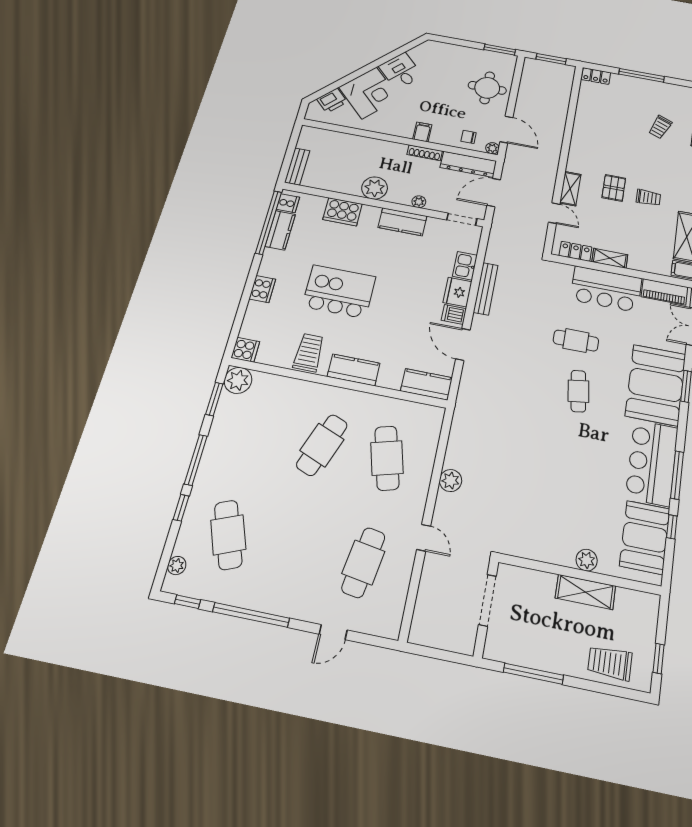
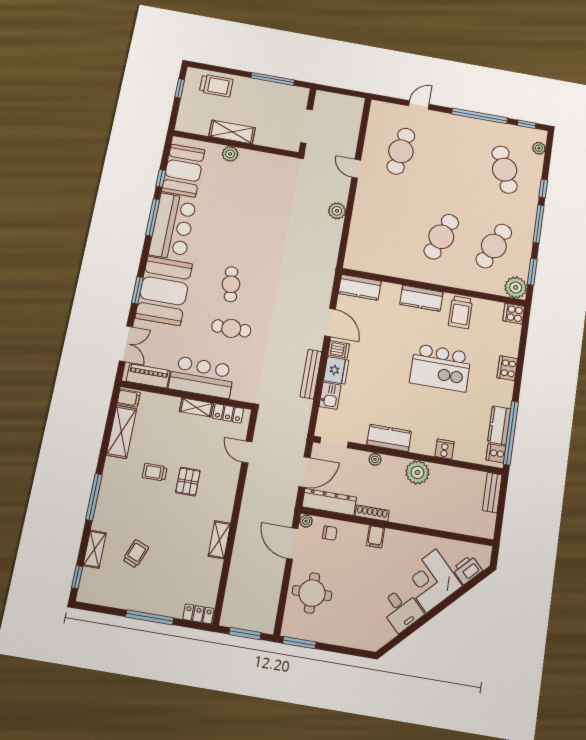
shelving: (570, 189) -> (219, 540), moved
cooker: (343, 212) -> (445, 449), width x0.53, depth x0.76
cafe table: (387, 458) -> (494, 246), moved, turned 39

